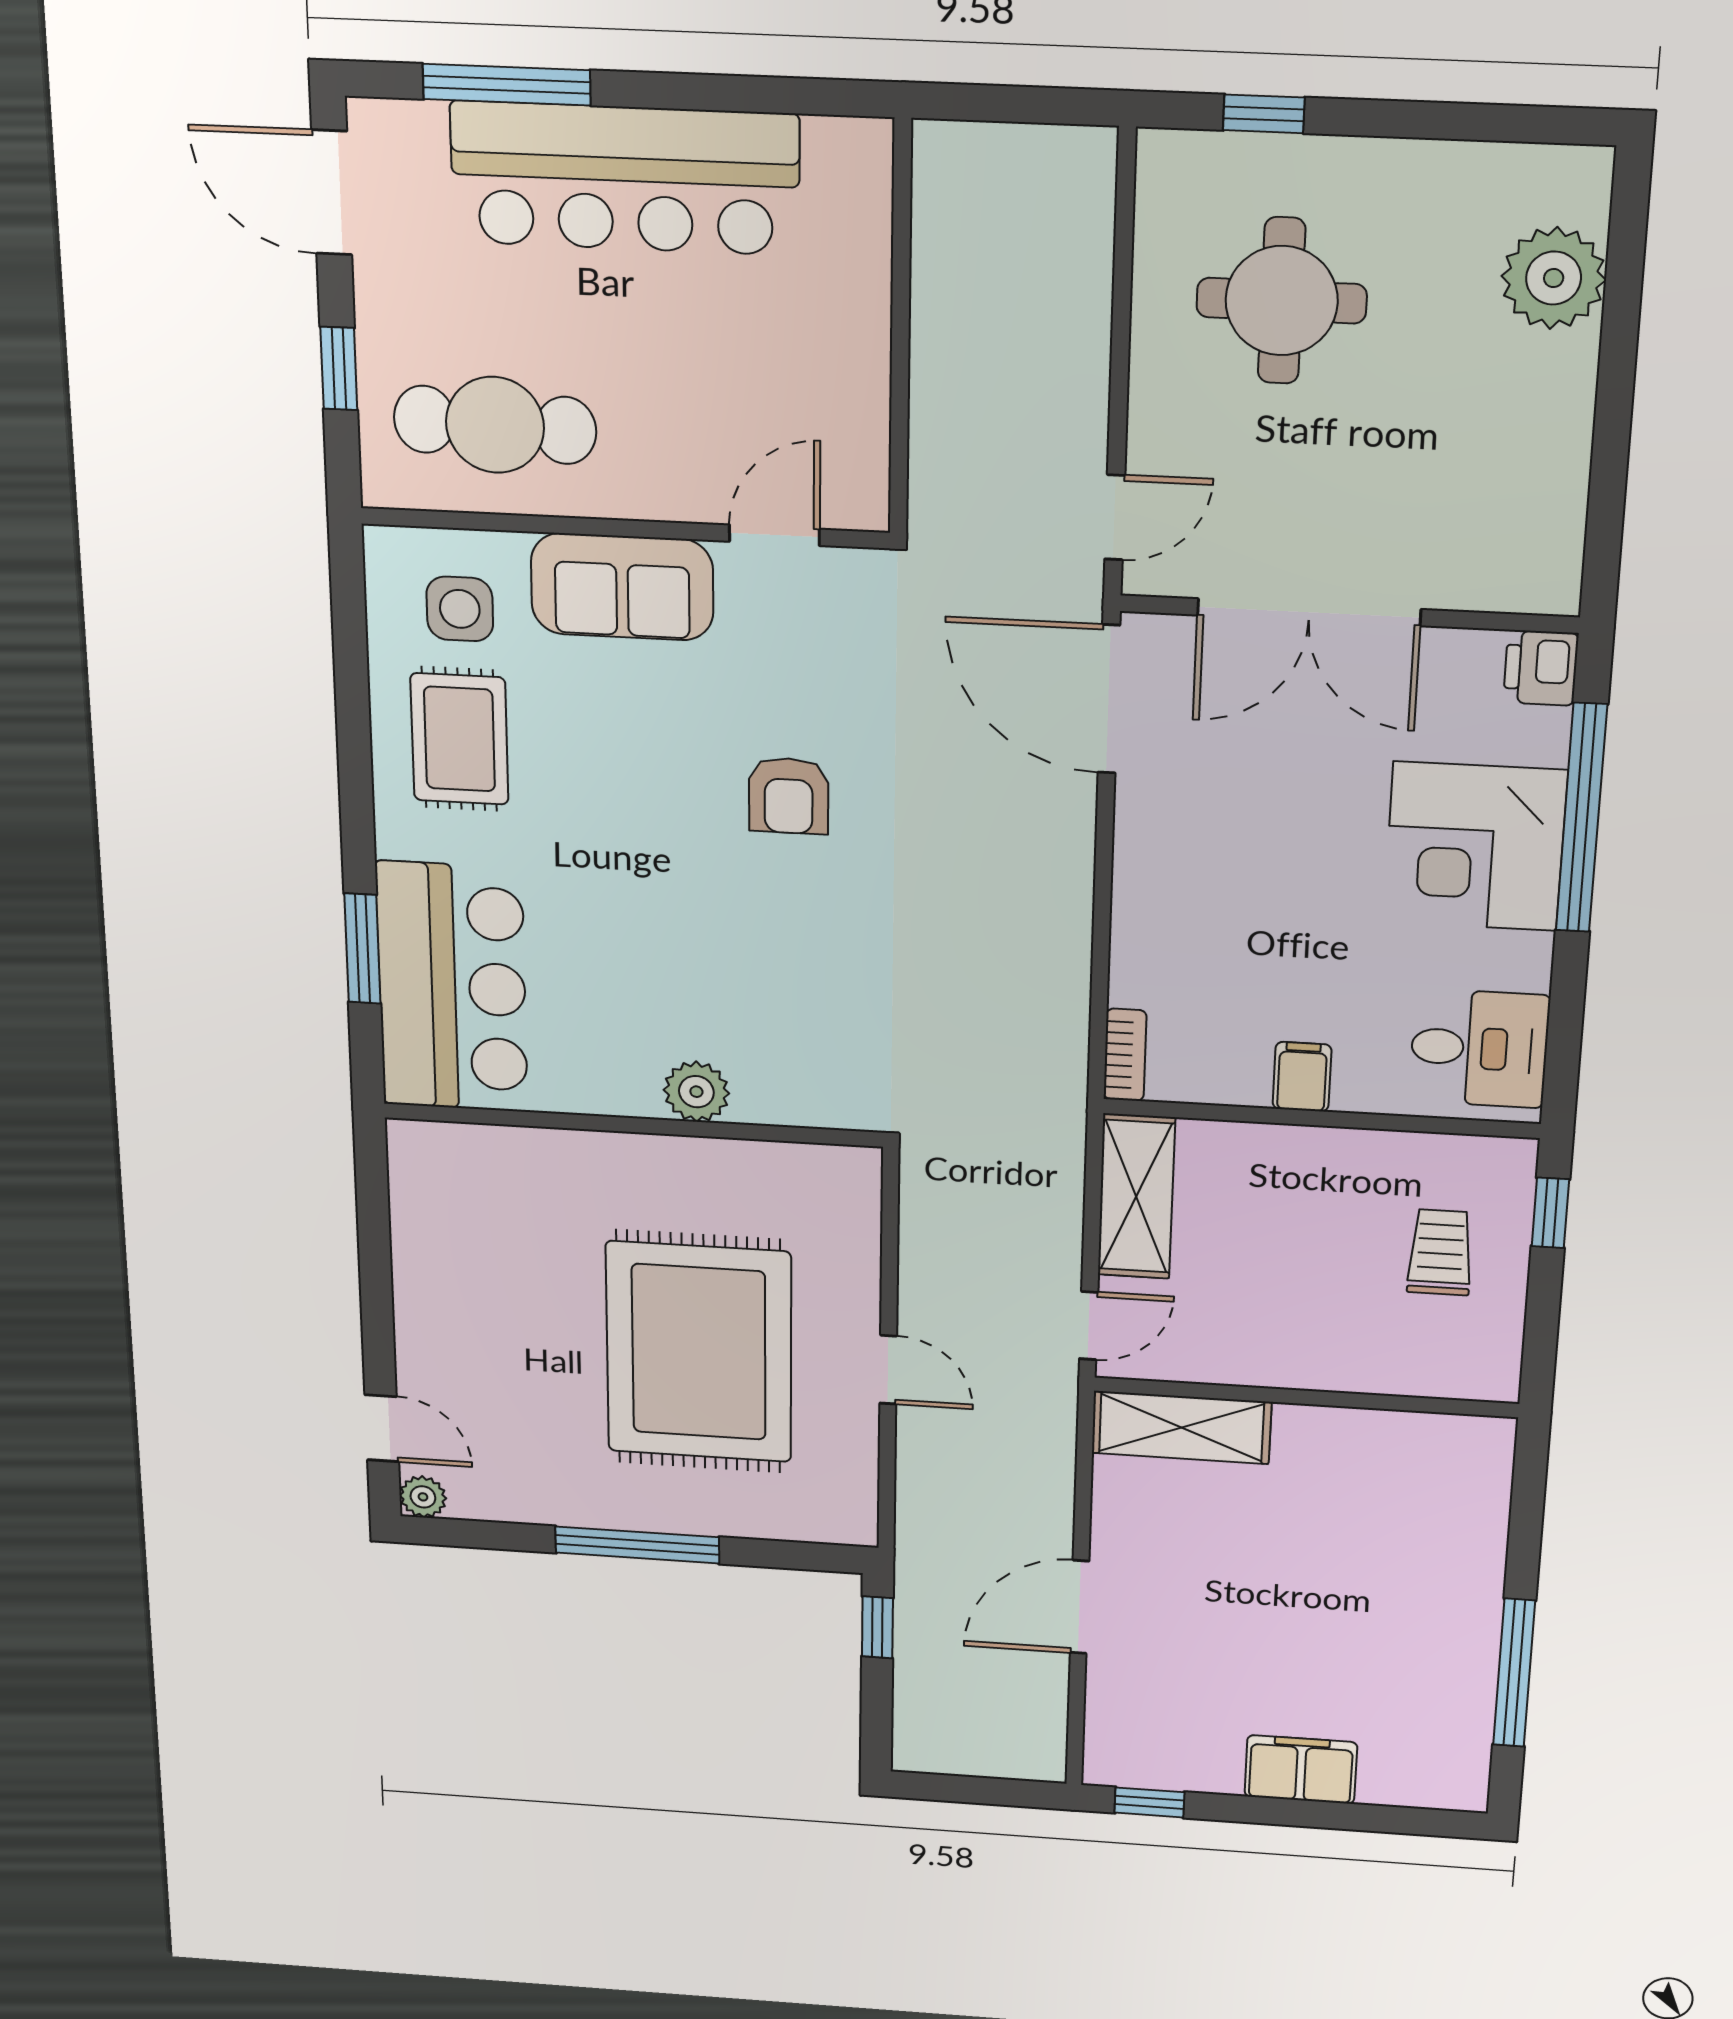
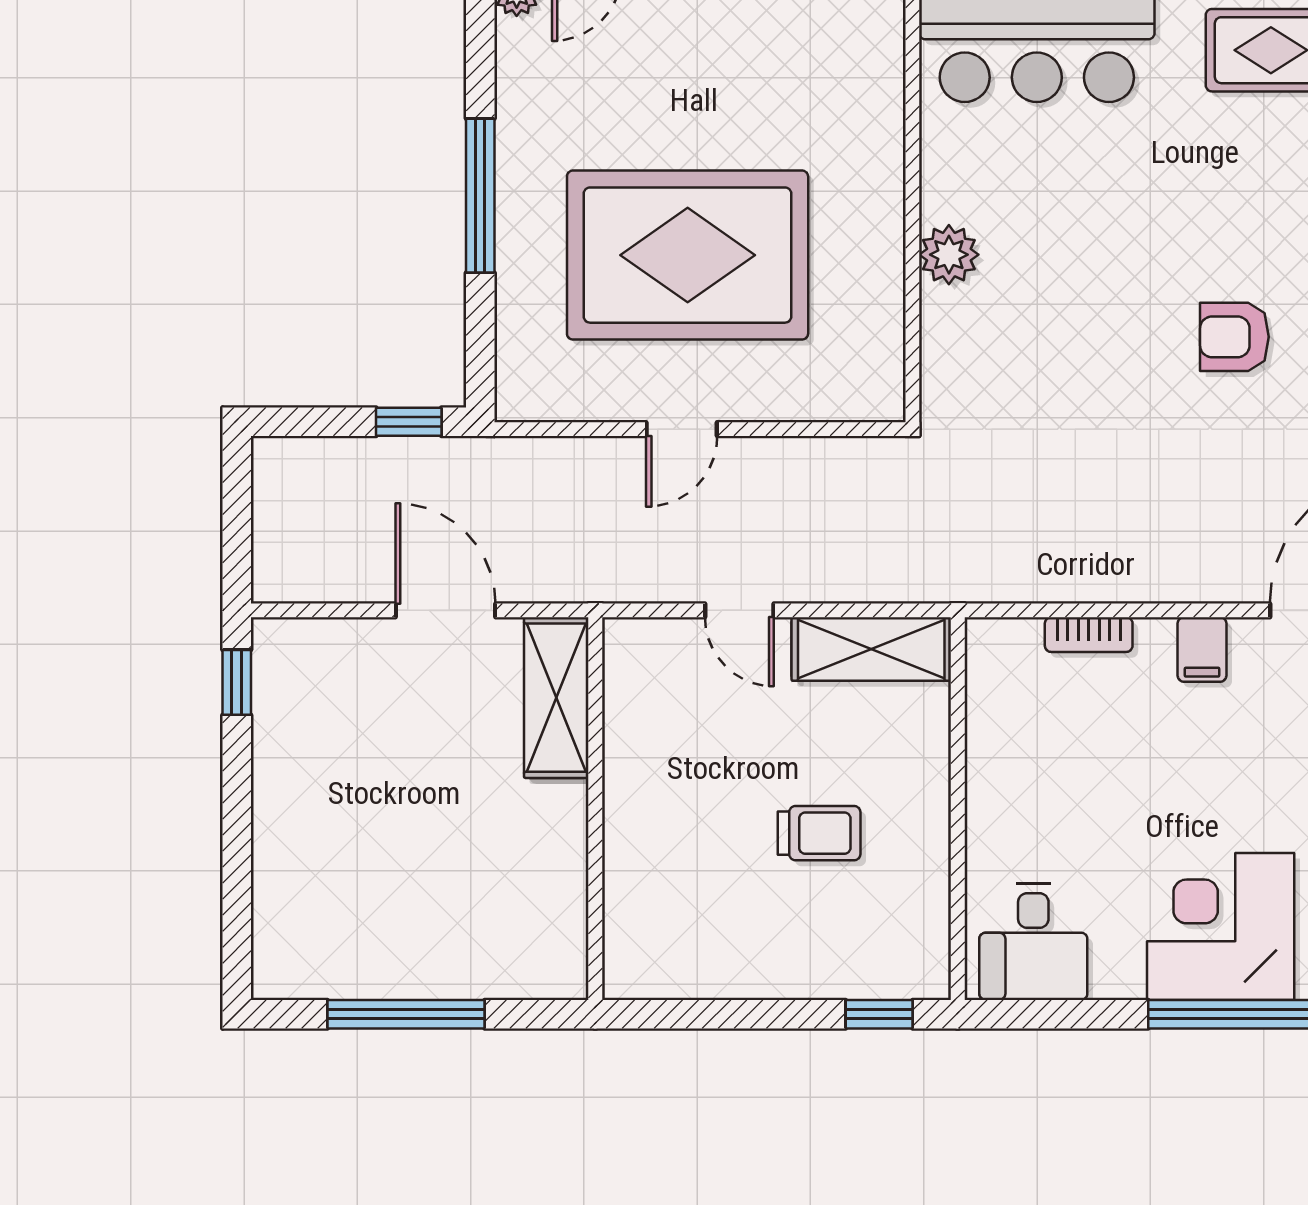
bookcase: (1125, 1055) -> (1089, 635), moved
filing cabinet: (1302, 1077) -> (1202, 649), moved, turned 90
trolley: (1440, 1252) -> (819, 833), moved
wall: (1306, 1397) -> (595, 809), moved
shelving: (1181, 1428) -> (556, 698), moved
filing cabinet: (1301, 1769) -> (285, 823), removed

